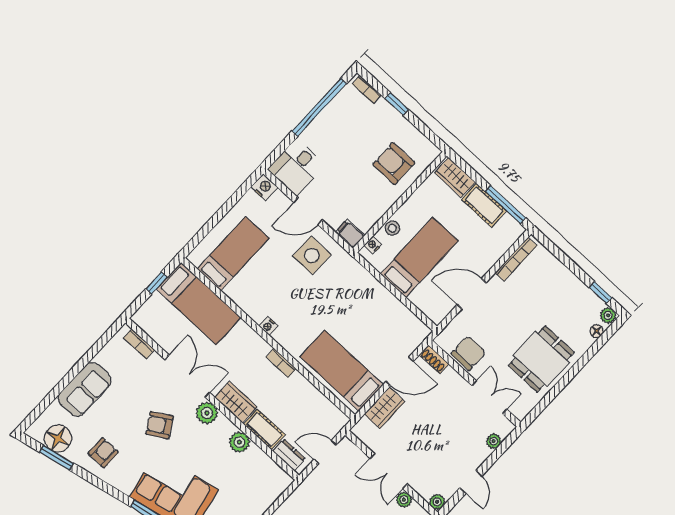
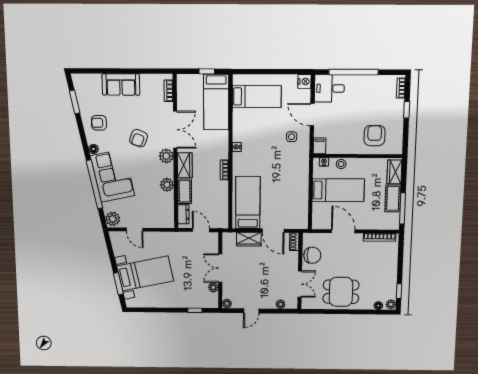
window: (319, 107) -> (354, 72), moved
side table: (312, 255) -> (292, 137), width x0.54, depth x0.54
armchair: (160, 425) -> (139, 138), turned -128
floor lamp: (58, 438) -> (93, 149), moved, width x0.53, depth x0.53
armchair: (103, 453) -> (99, 123), turned 180

